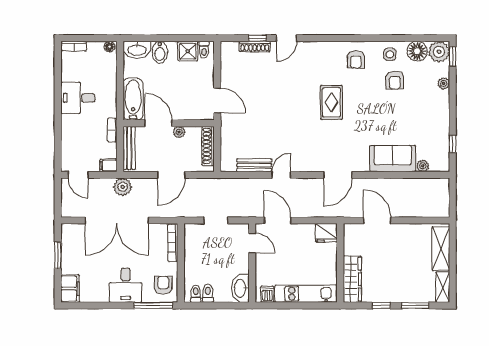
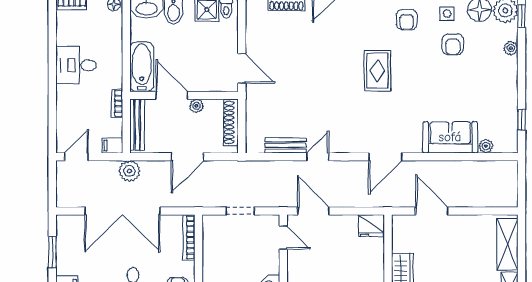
door: (78, 175) -> (76, 157), swing flipped

